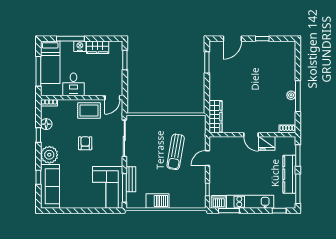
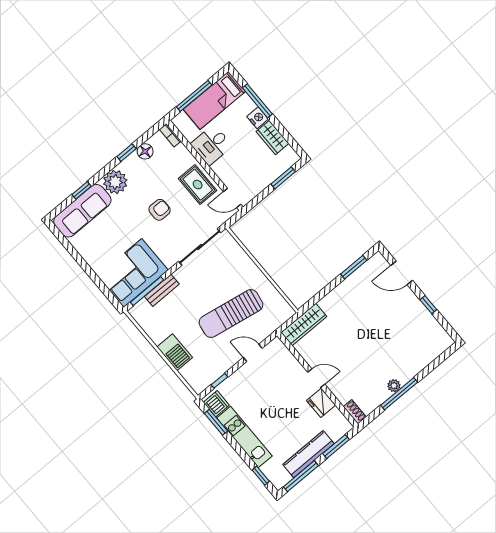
door: (251, 135) -> (316, 378), swing flipped
sun lounger: (176, 152) -> (231, 314), width x1.36, depth x1.34
barbecue: (157, 201) -> (175, 352), moved

